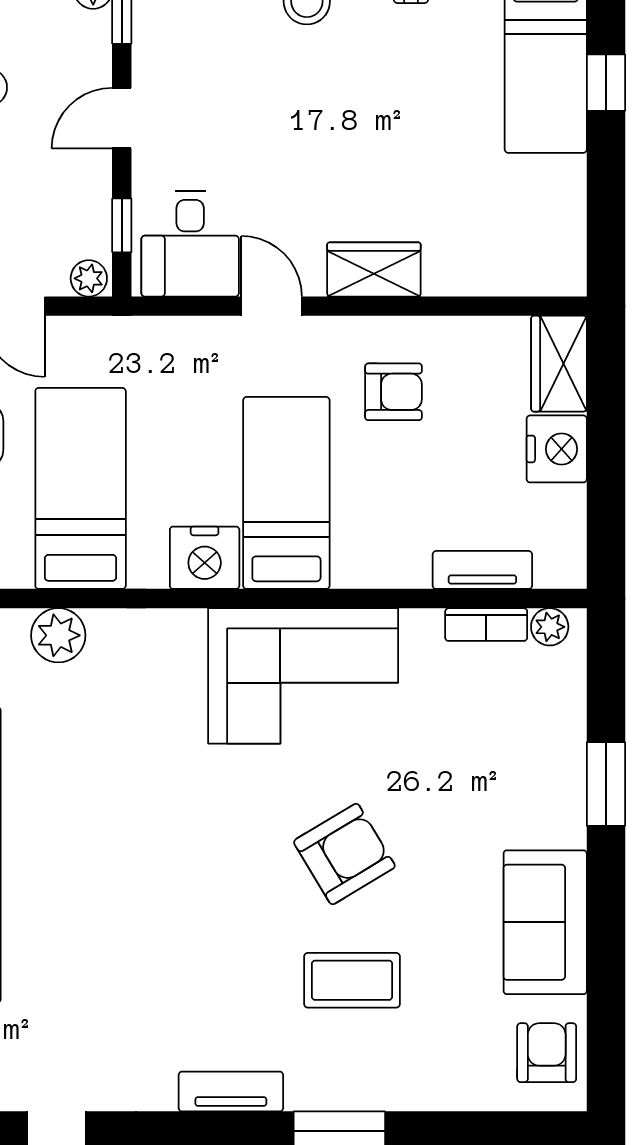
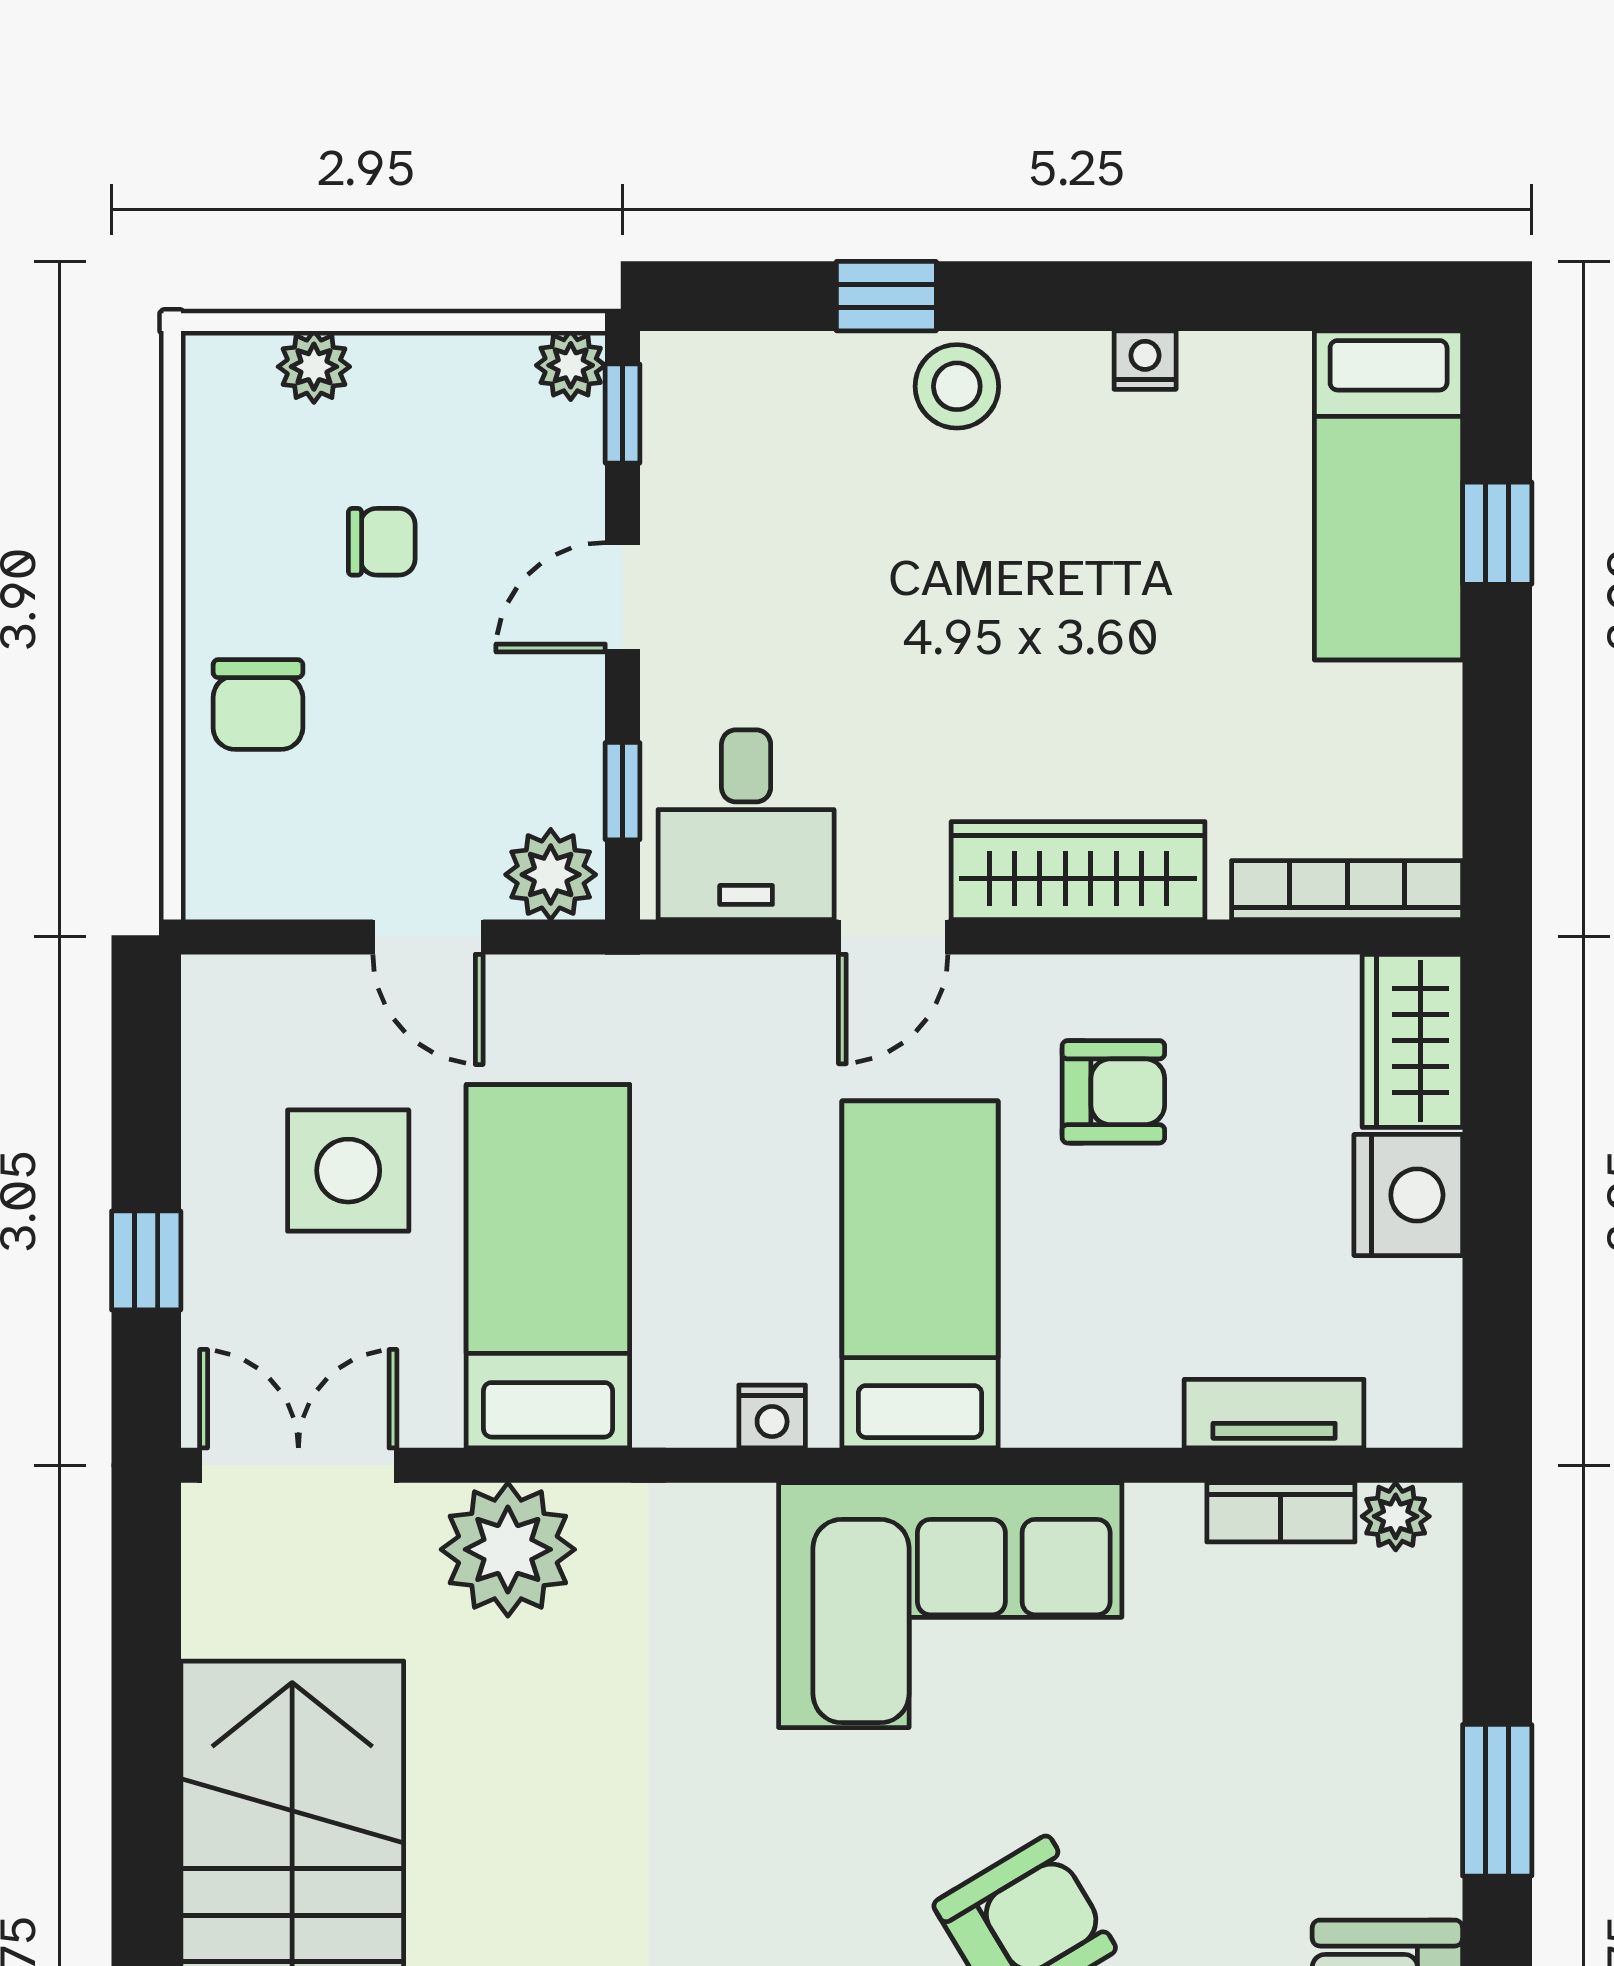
wardrobe: (374, 269) -> (1078, 871), width x1.50
plant: (89, 278) -> (551, 875), width x1.38, depth x1.38
bookcase: (523, 280) -> (1347, 890), added
door: (272, 306) -> (893, 937), swing flipped
nightstand: (205, 558) -> (772, 1417), width x0.53, depth x0.56
plant: (58, 635) -> (508, 1549), width x1.36, depth x1.36

